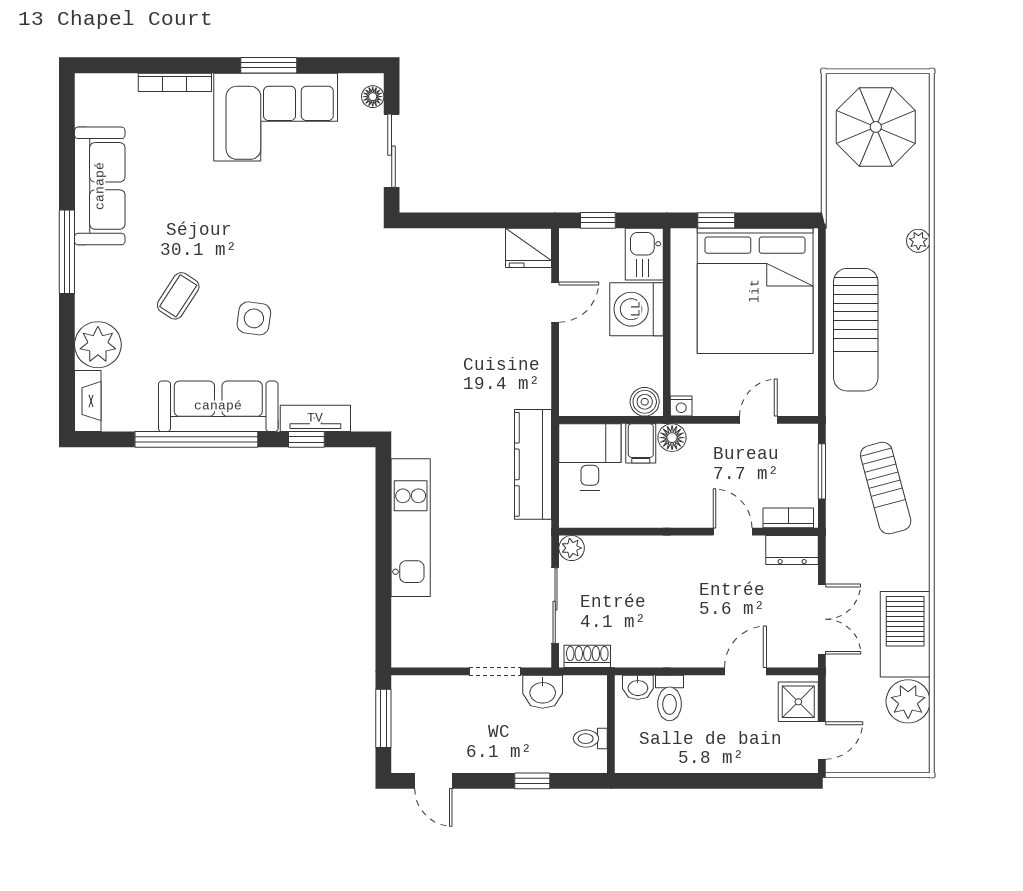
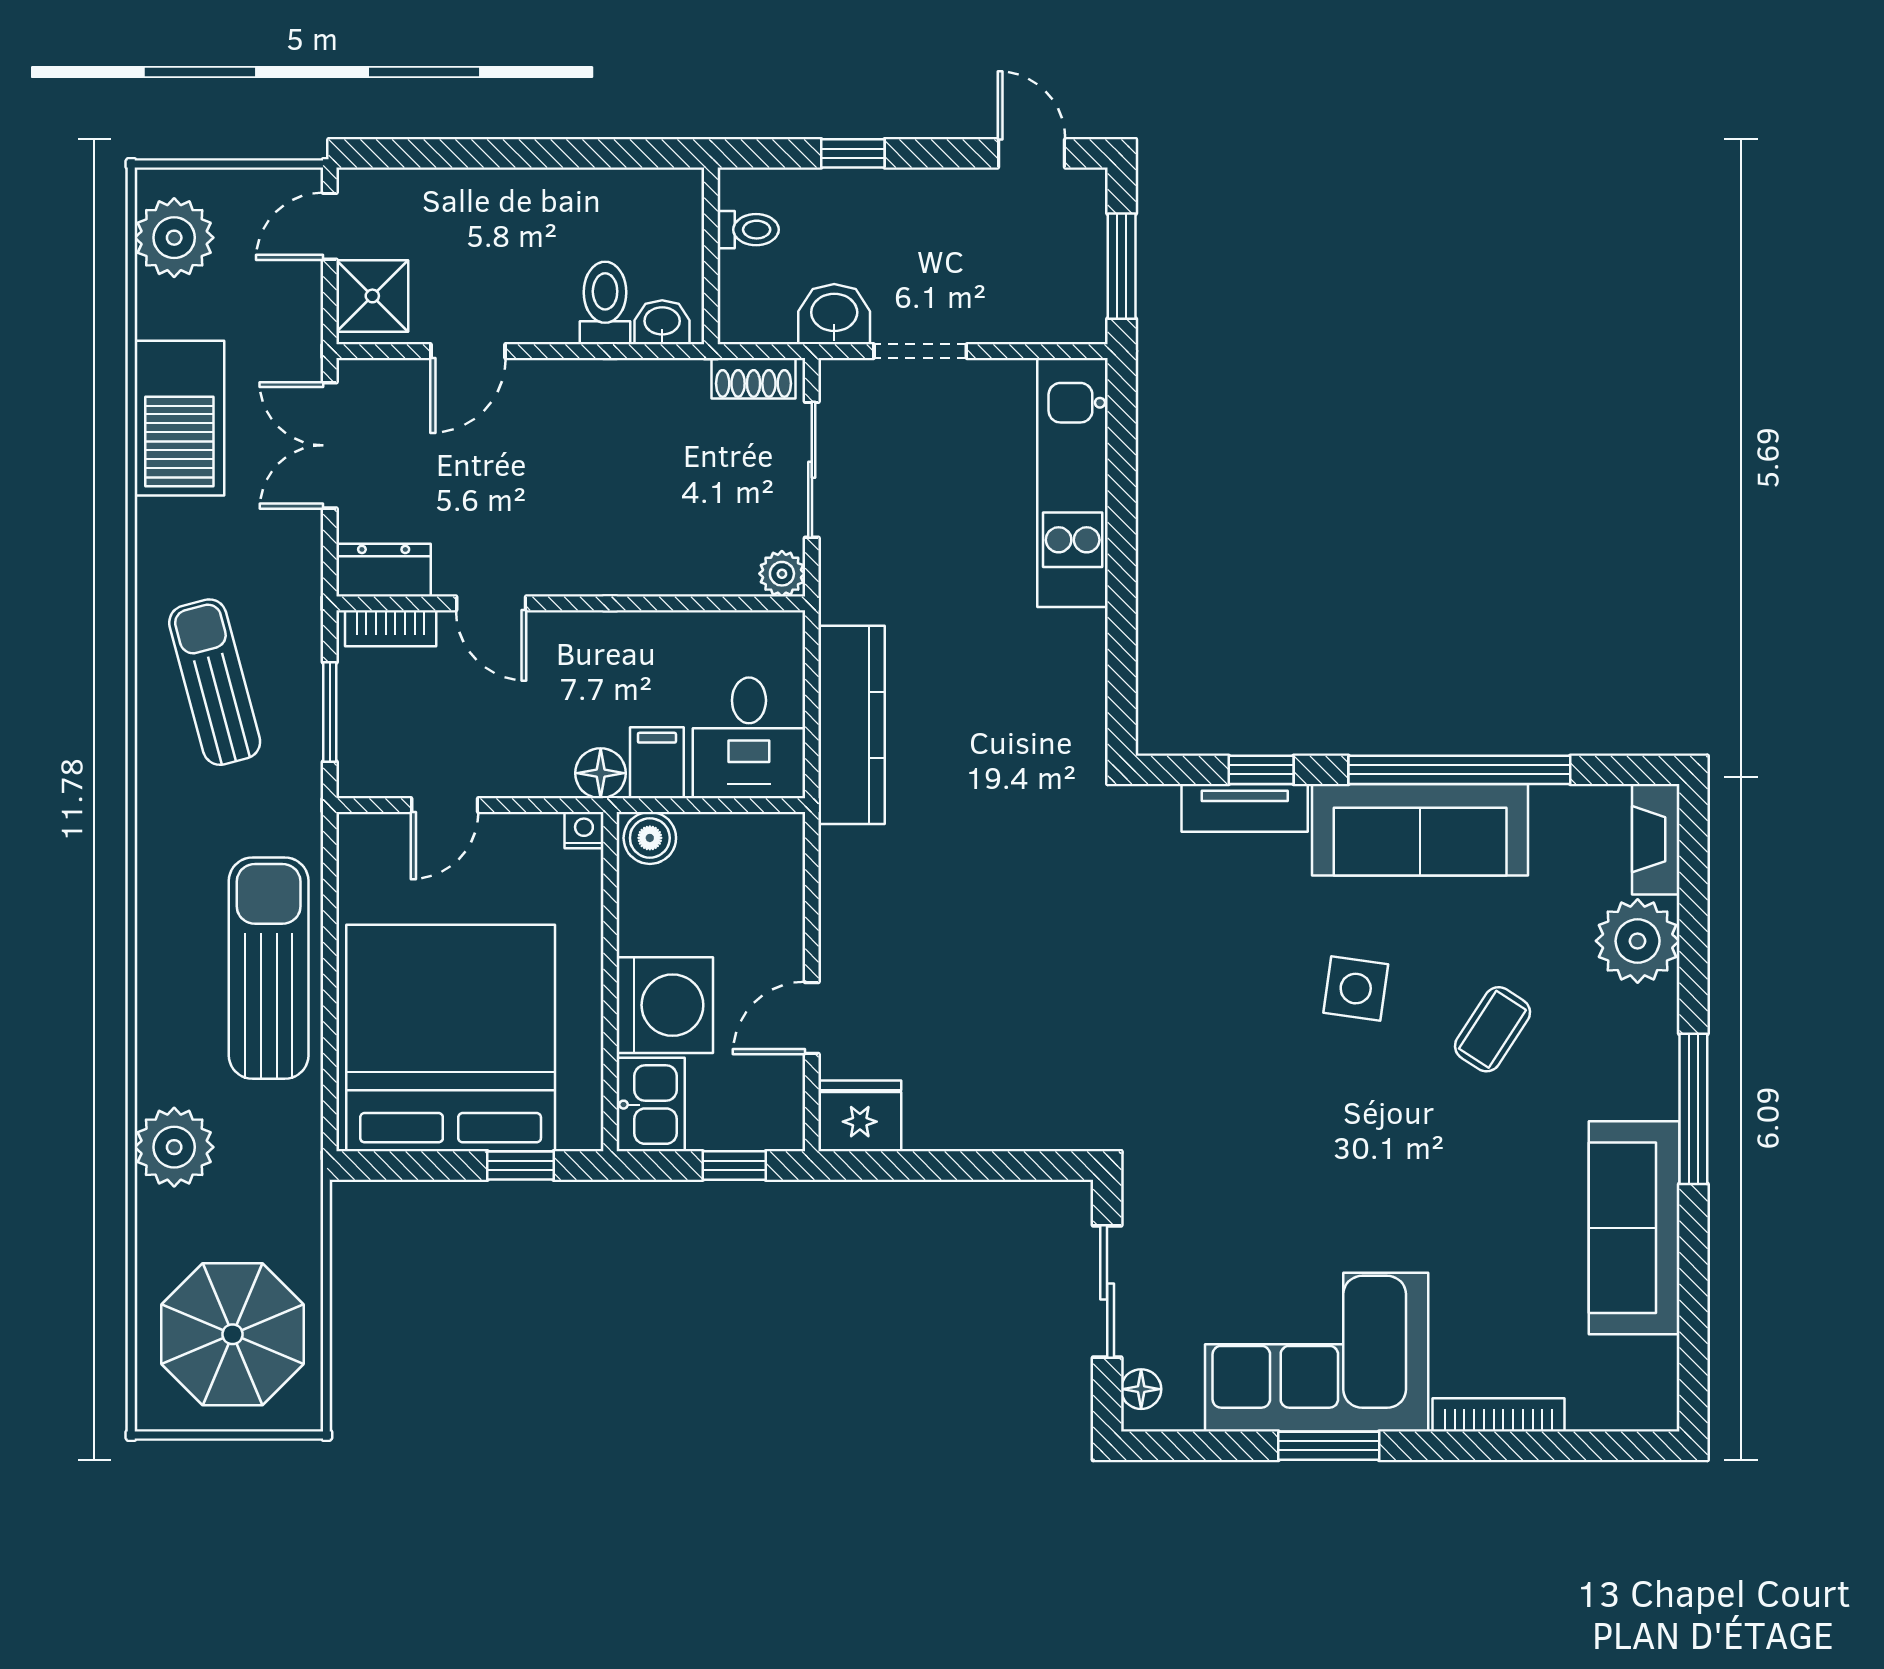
plant: (918, 241) -> (174, 1147), width x1.88, depth x1.88
kitchen unit: (411, 528) -> (1073, 482), moved
plant: (908, 701) -> (174, 238), moved

